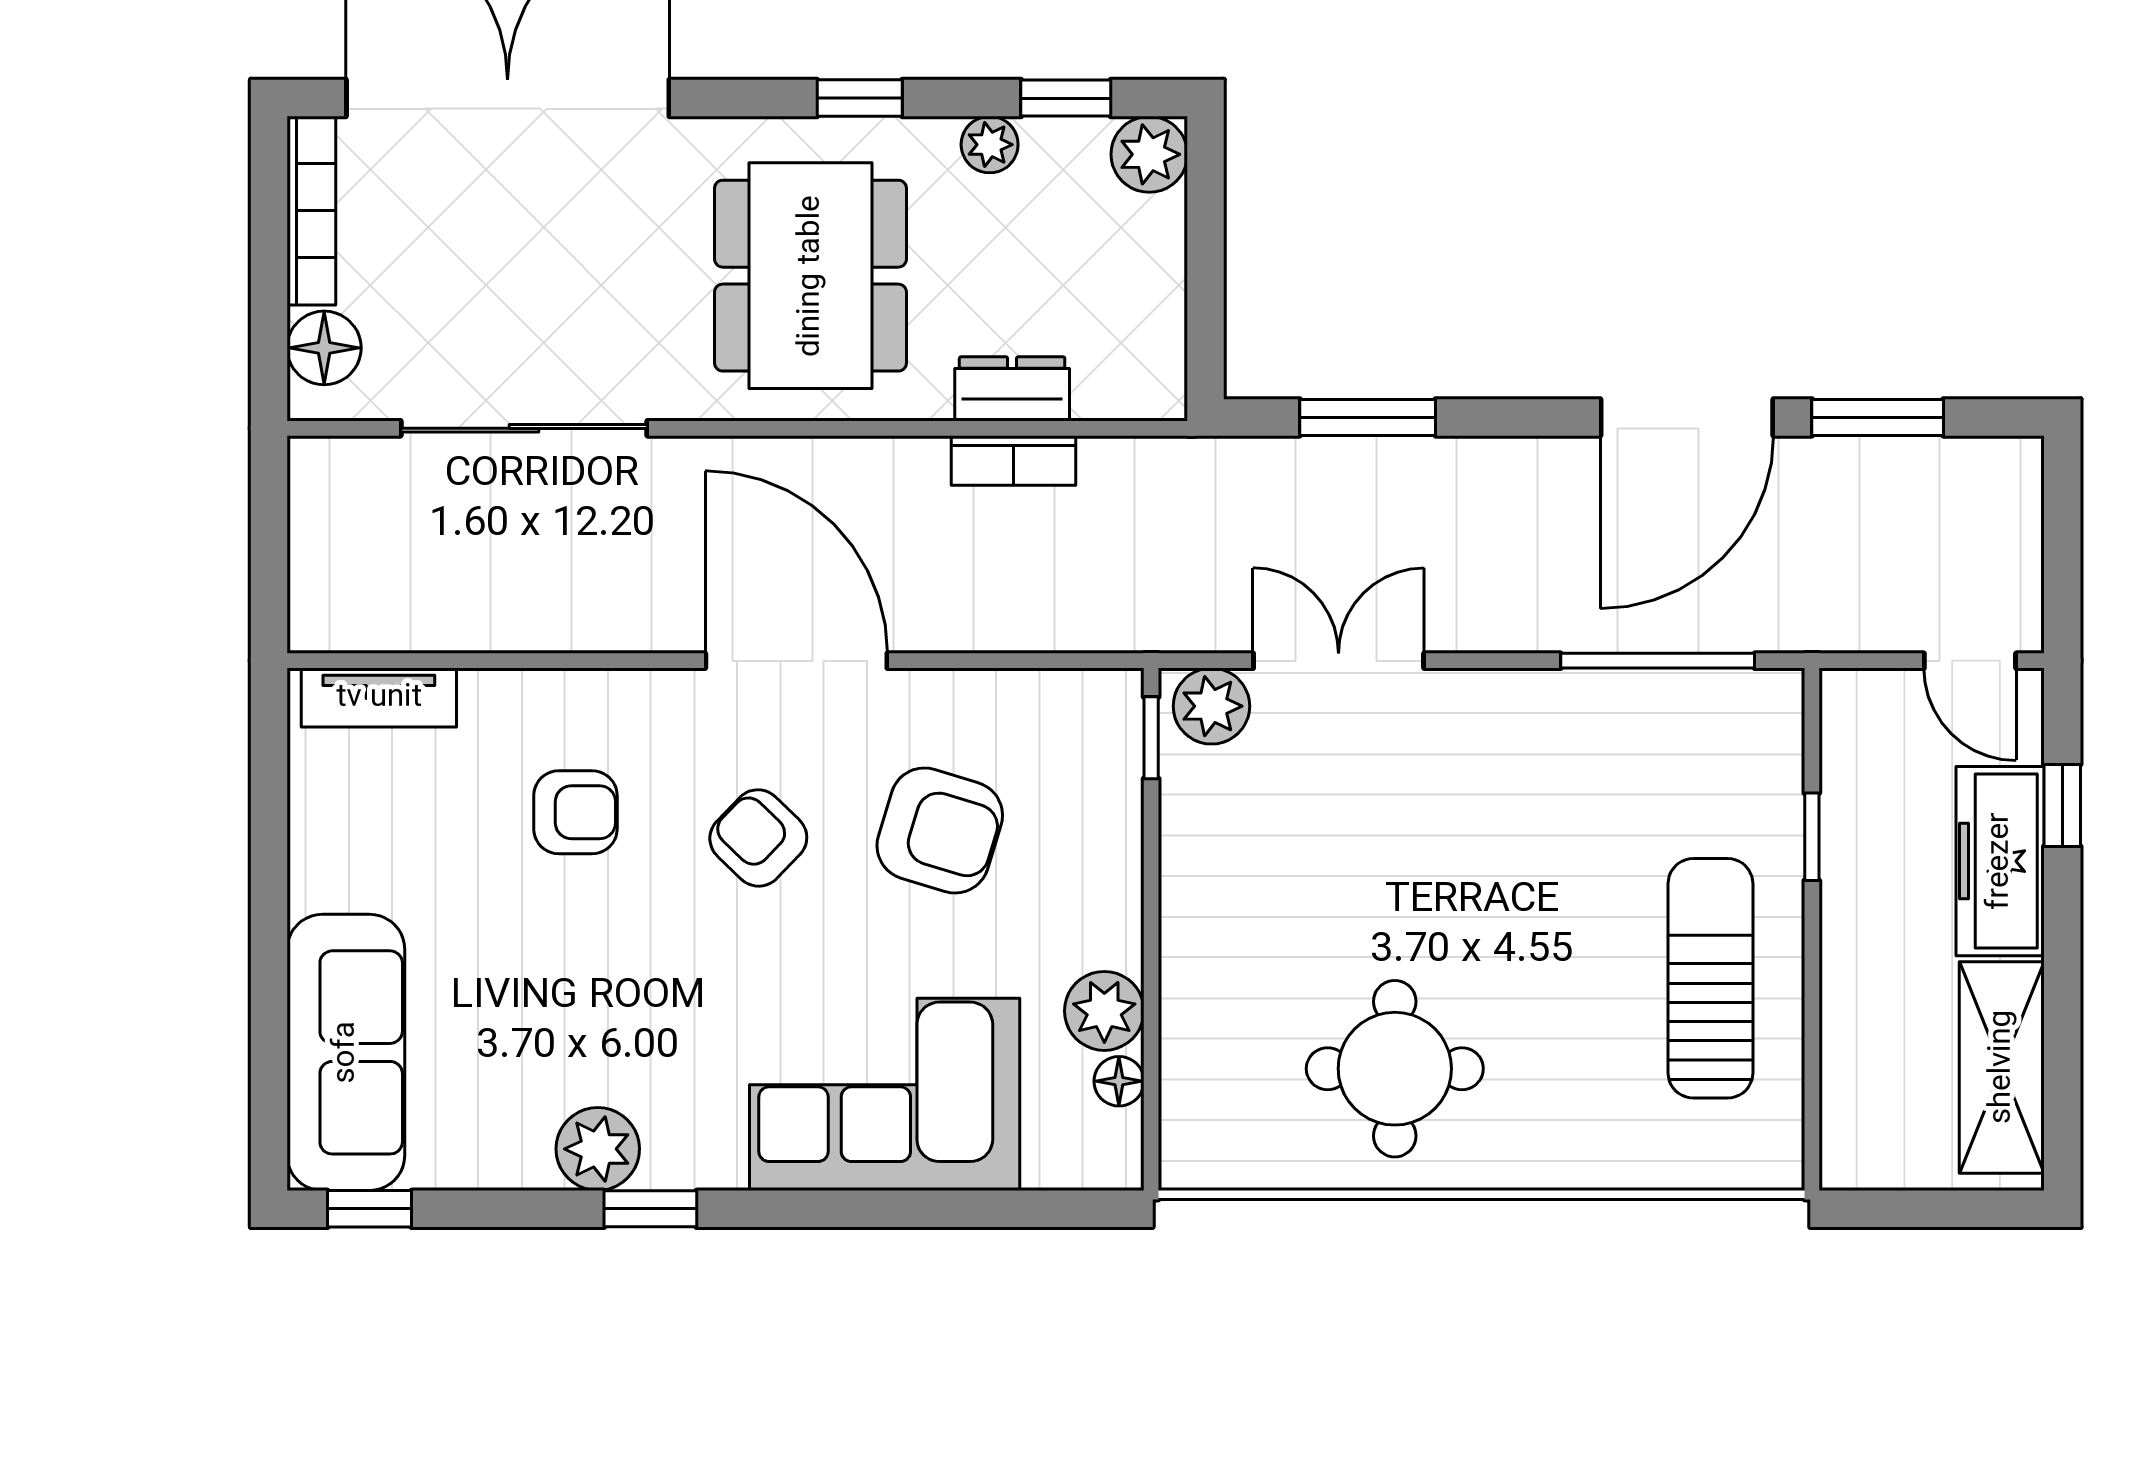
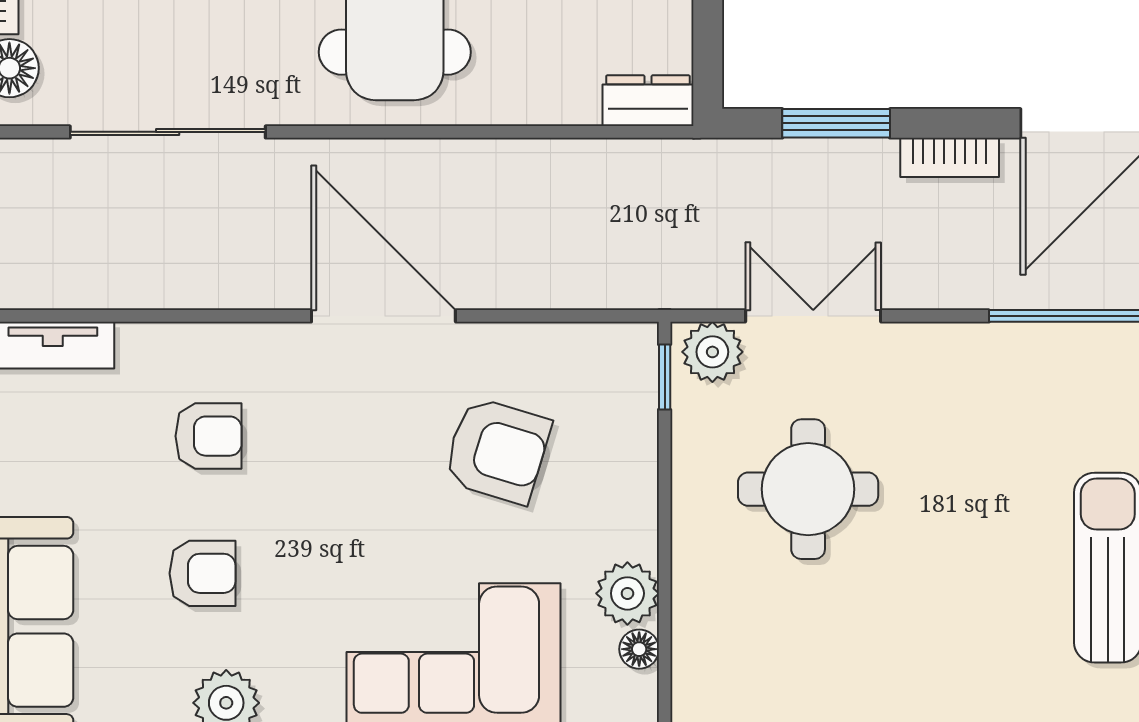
dresser: (1012, 389) -> (648, 101), moved
bookcase: (1013, 460) -> (950, 157), moved
armchair: (758, 838) -> (203, 573), moved, turned 136
round table: (1395, 1069) -> (808, 489), moved

